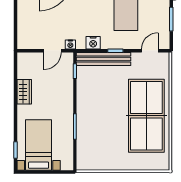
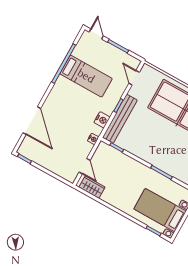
door: (52, 51) -> (85, 166), moved
wardrobe: (24, 92) -> (92, 187), moved

